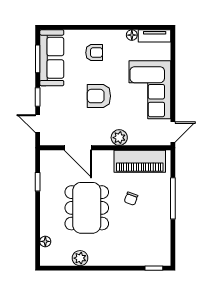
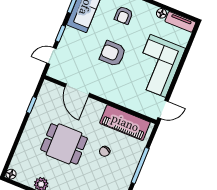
armchair: (94, 53) -> (124, 15), turned 90
door: (38, 124) -> (51, 56), hinge flipped
plant: (119, 138) -> (116, 96), removed
dining table: (87, 208) -> (64, 144), width x0.73
floor lamp: (45, 241) -> (11, 174), moved

